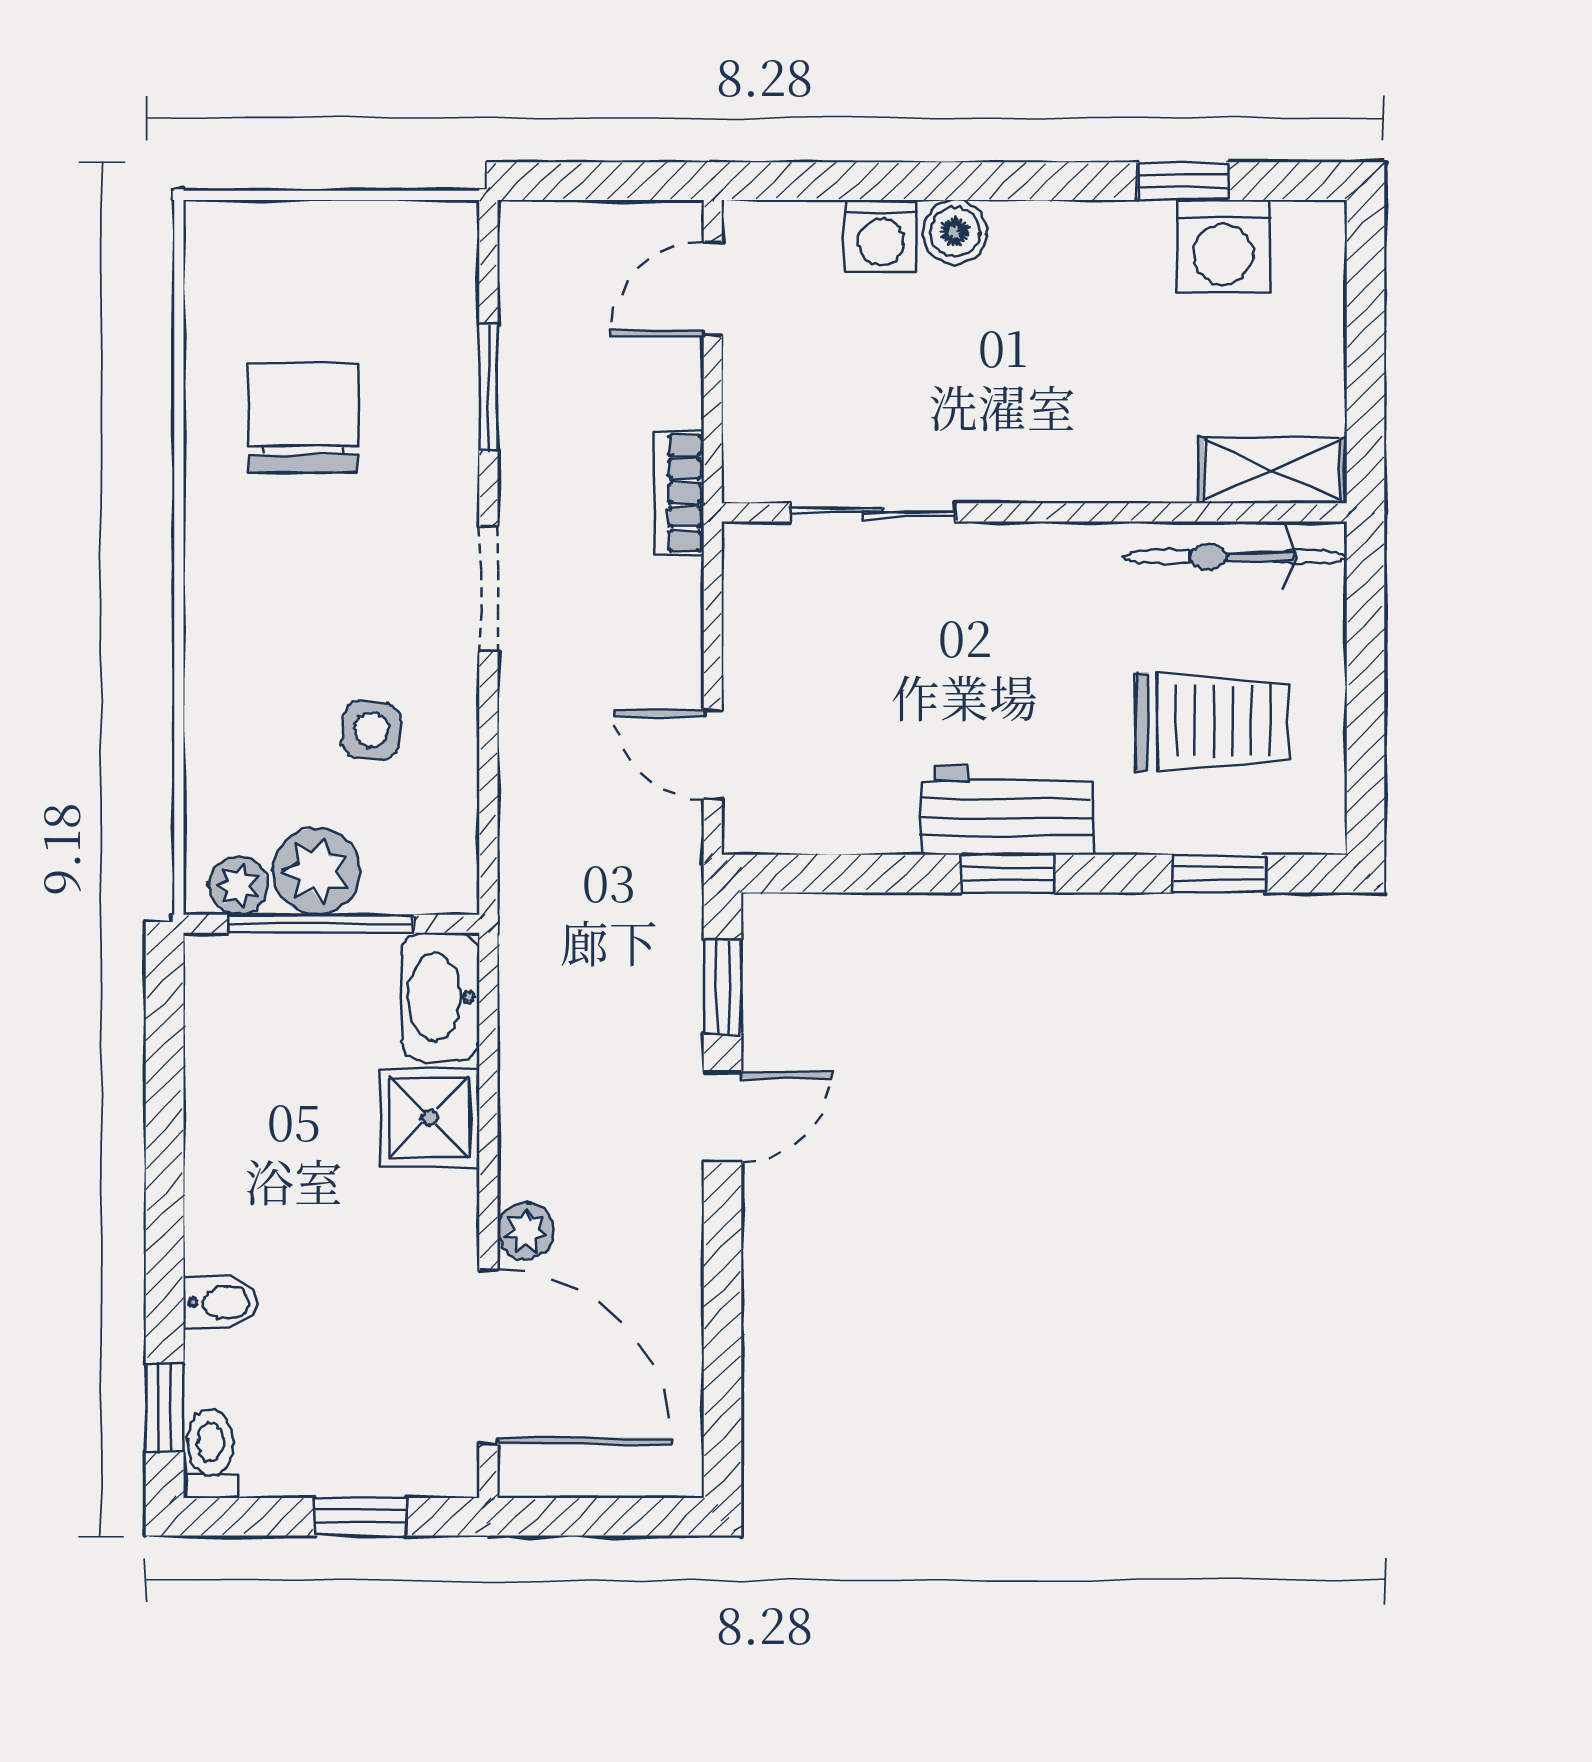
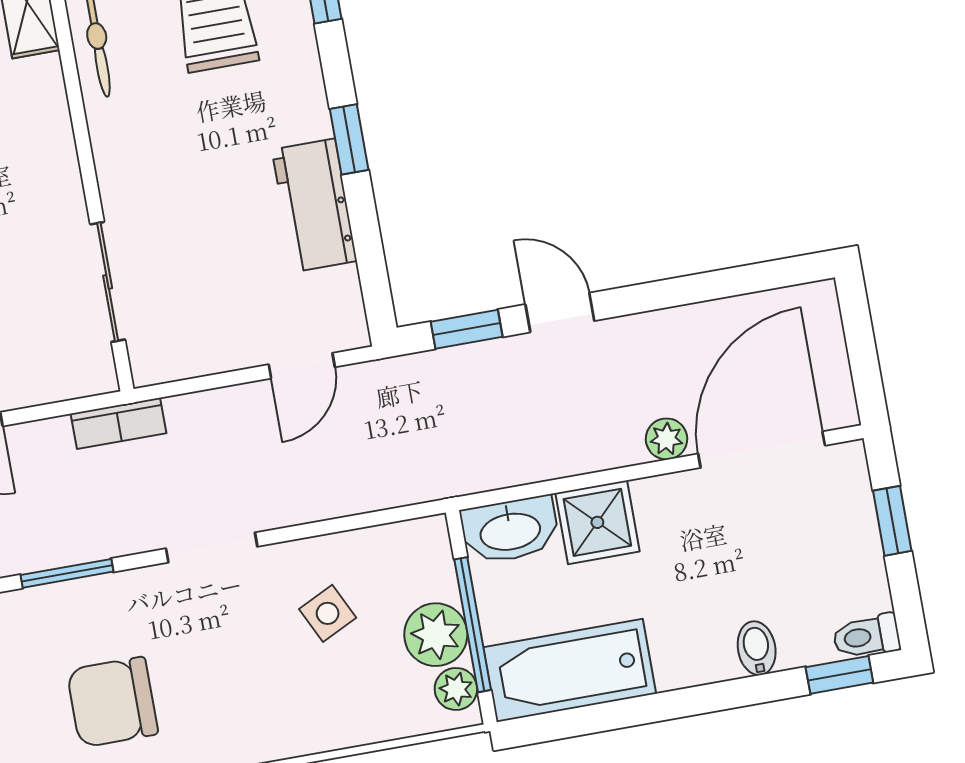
side table: (371, 730) -> (328, 613), turned -32
workbench: (1007, 811) -> (314, 205), moved
bathtub: (236, 1044) -> (570, 670), added

